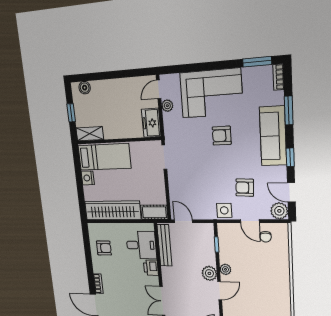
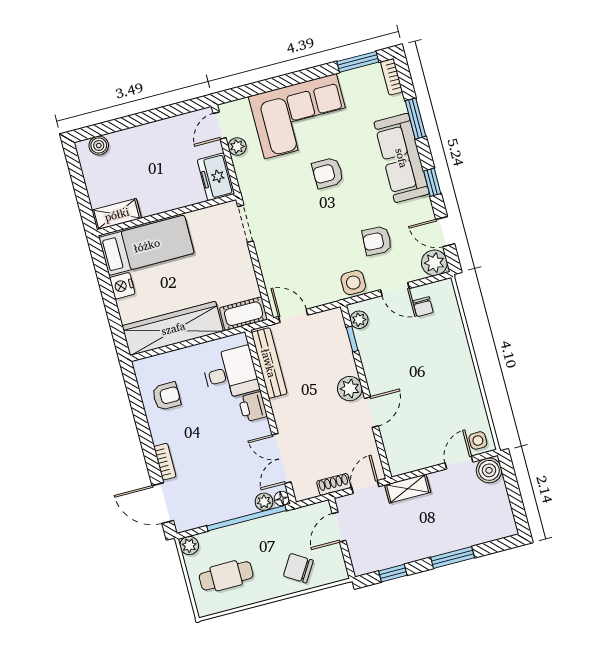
window: (71, 113) -> (80, 188), removed
plant: (225, 269) -> (359, 320), moved

